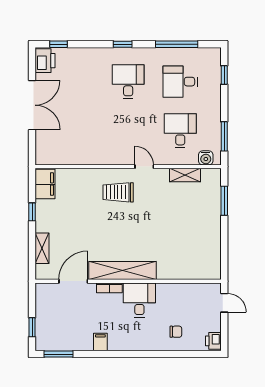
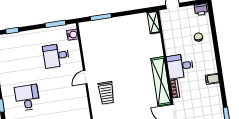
desk: (128, 82) -> (27, 98), turned 90
desk: (180, 82) -> (21, 61), removed
shelving: (185, 175) -> (154, 22), moved
filing cabinet: (100, 342) -> (212, 79), moved

